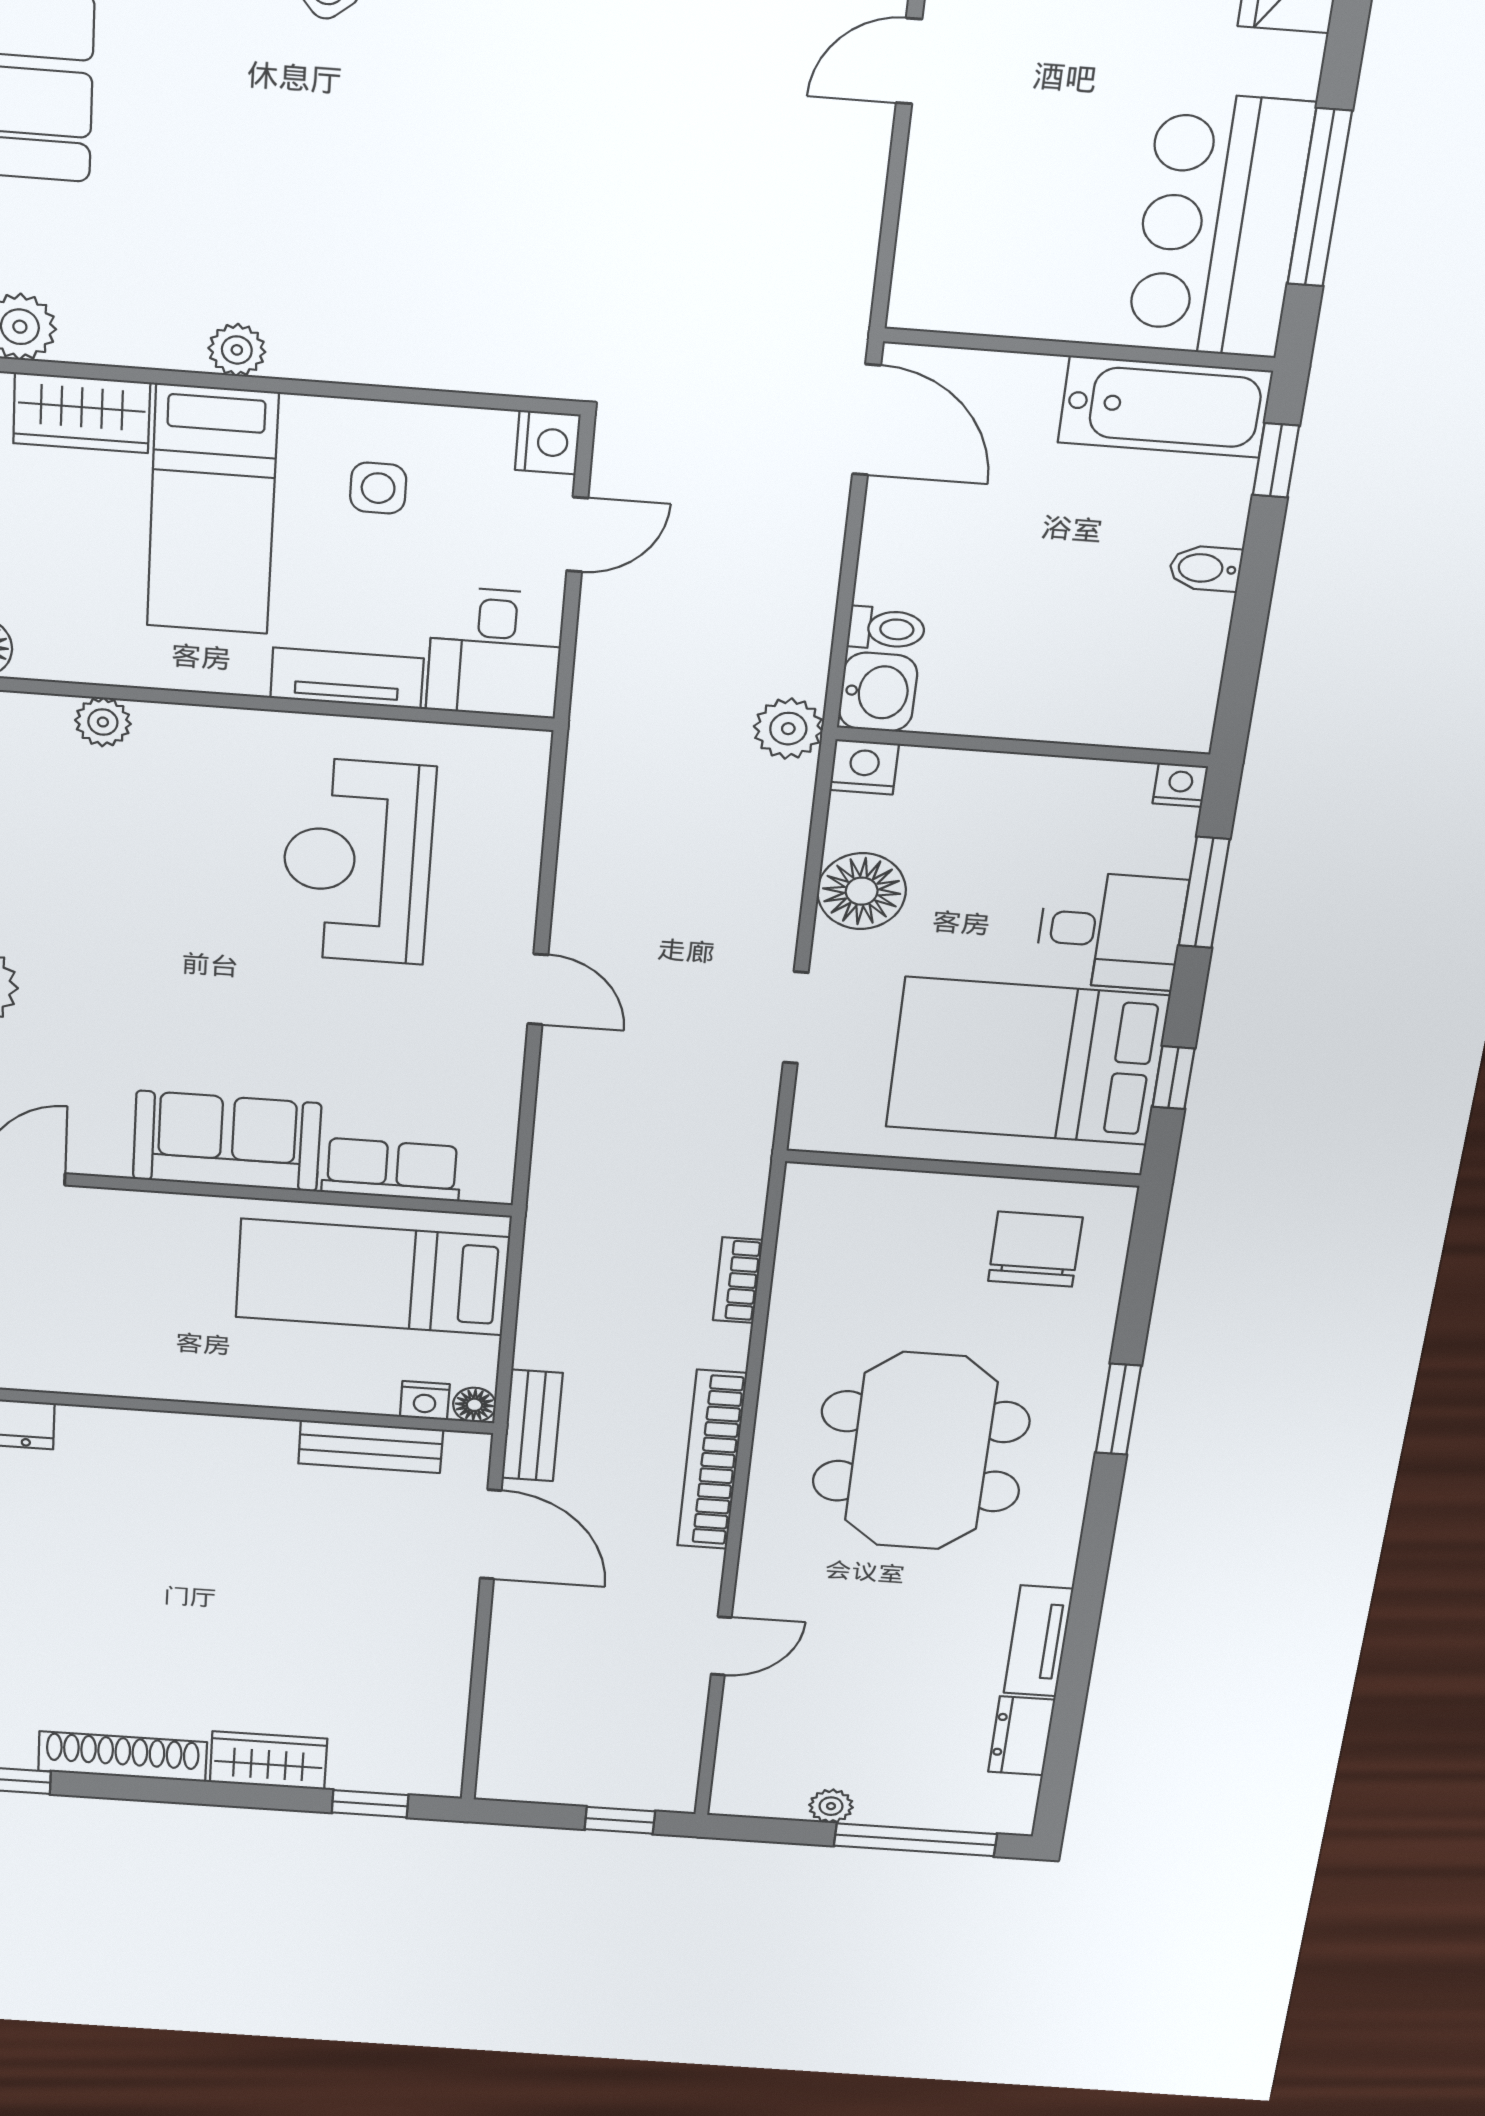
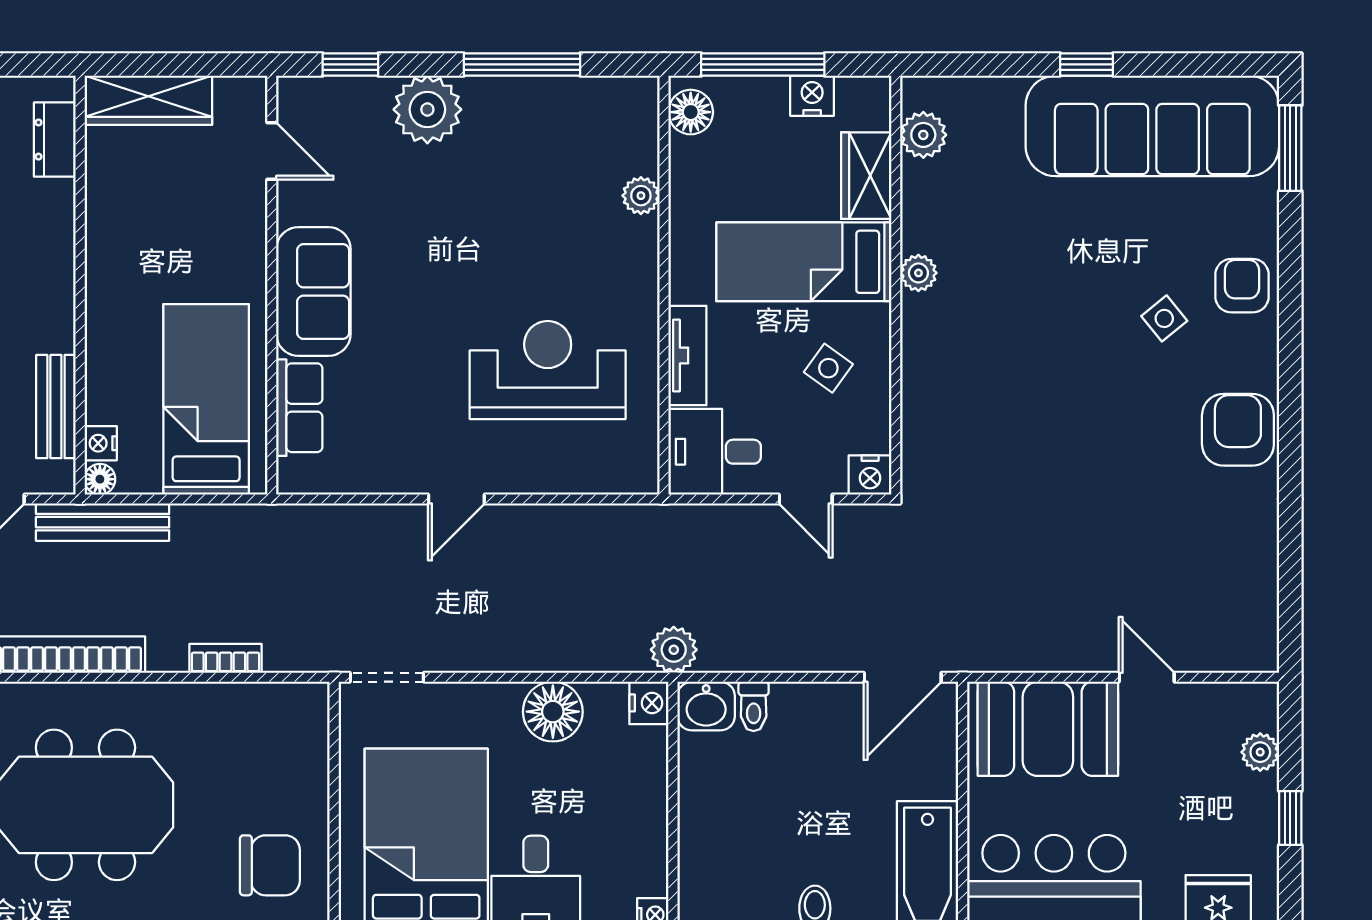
booth: (973, 216) -> (1048, 729), added
side table: (378, 488) -> (828, 368), turned 36
doorway: (796, 1018) -> (387, 677), moved
bench: (532, 1426) -> (103, 522), width x1.36

